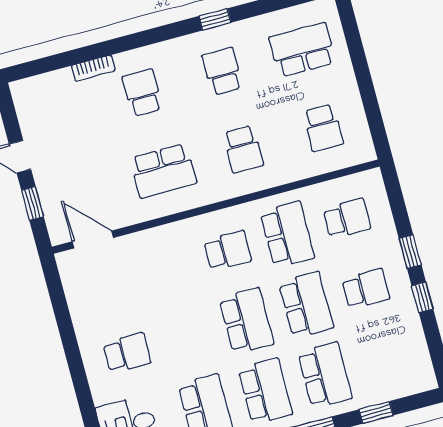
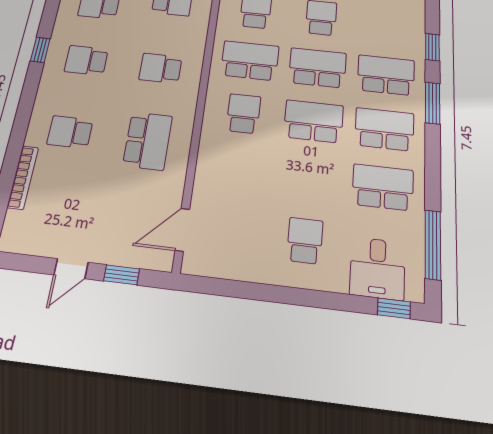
bookcase: (93, 68) -> (23, 177), width x1.56
school desk: (243, 149) -> (160, 68), turned 180

